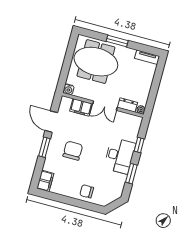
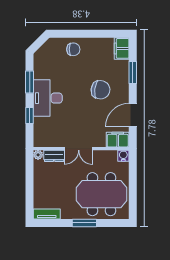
double door: (105, 106) -> (79, 149), swing flipped
filing cabinet: (81, 107) -> (118, 140), moved
door: (51, 122) -> (133, 115), swing flipped
window: (44, 147) -> (133, 73), moved
chair: (73, 151) -> (101, 90), turned -83

